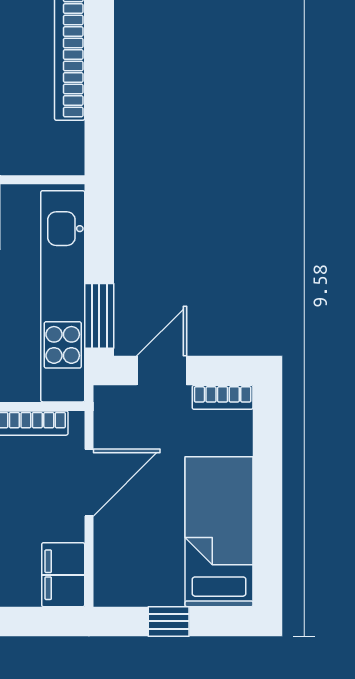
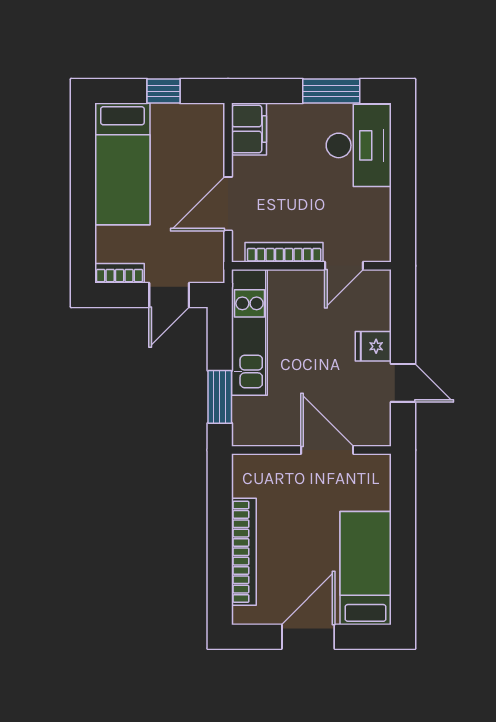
kitchen unit: (63, 296) -> (249, 332), width x0.73
window: (99, 316) -> (220, 397), moved

